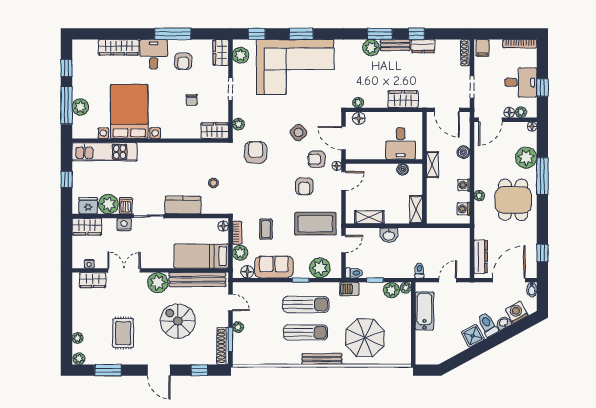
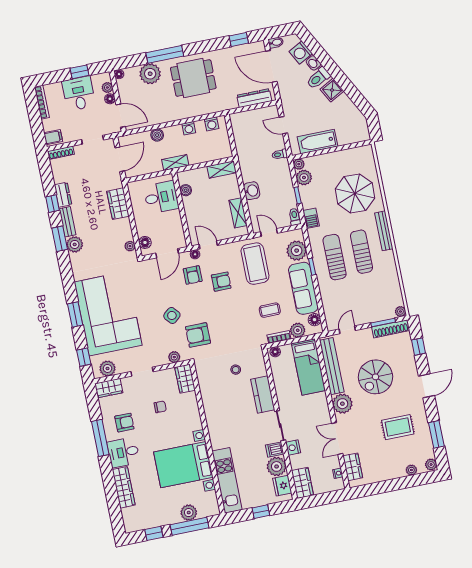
side table: (298, 133) -> (172, 315), moved
plant: (479, 196) -> (196, 111), removed
sofa: (274, 267) -> (303, 288), width x1.36
plant: (238, 327) -> (400, 312), moved

